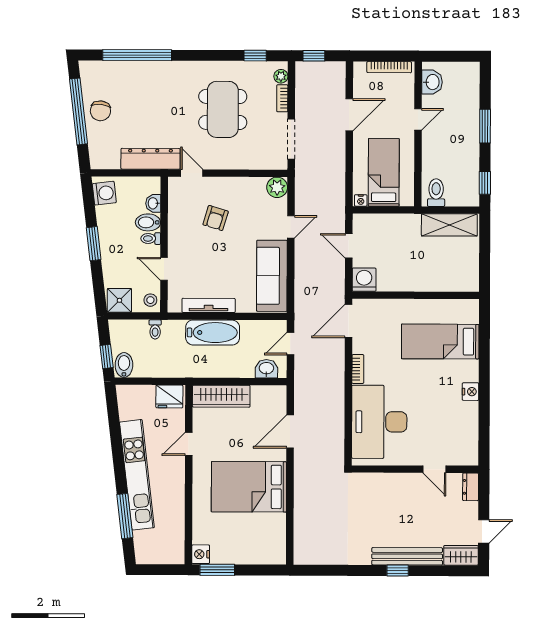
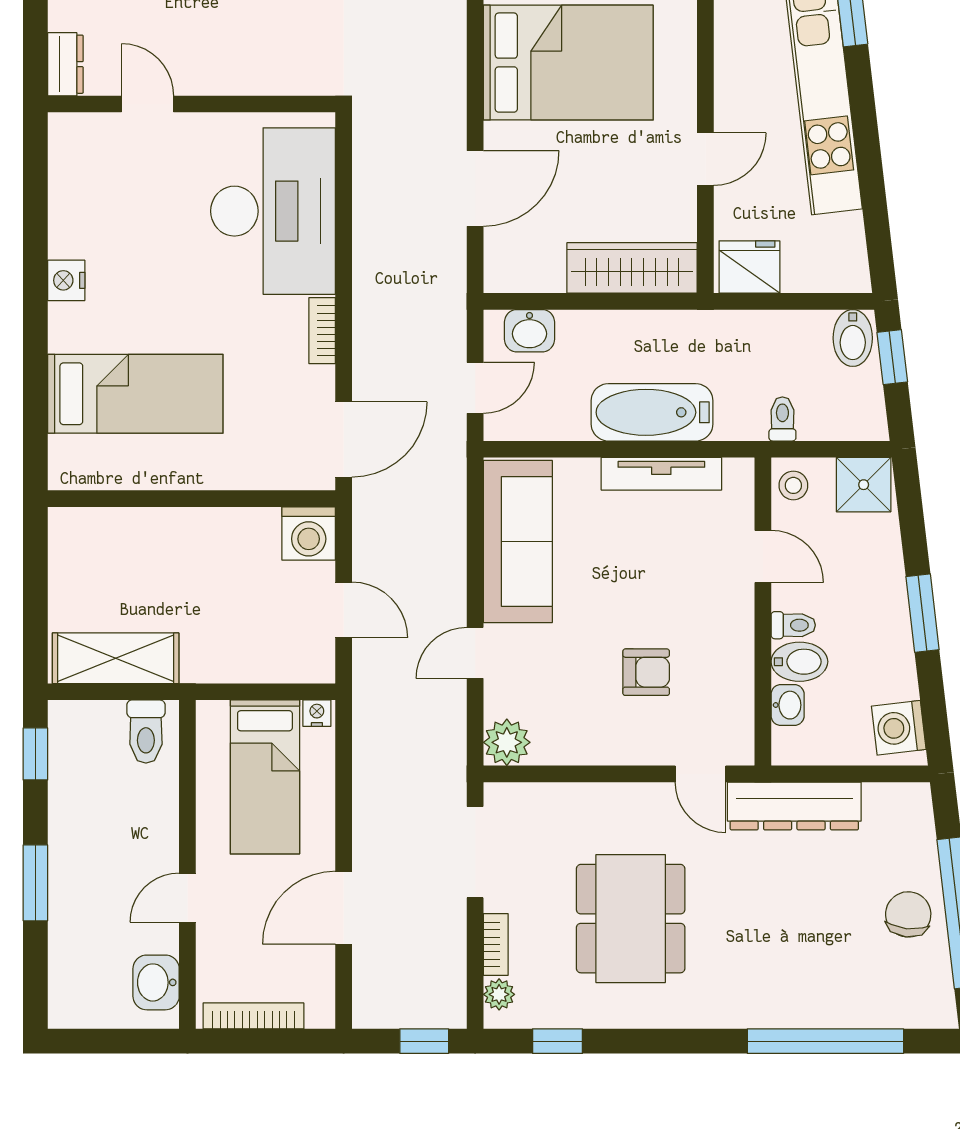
armchair: (216, 218) -> (646, 672), turned 73

